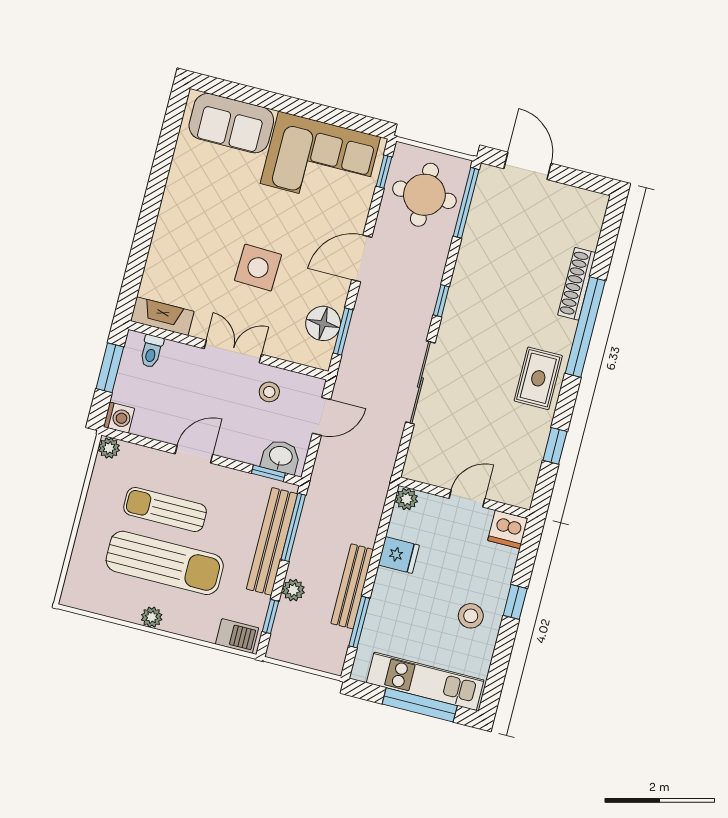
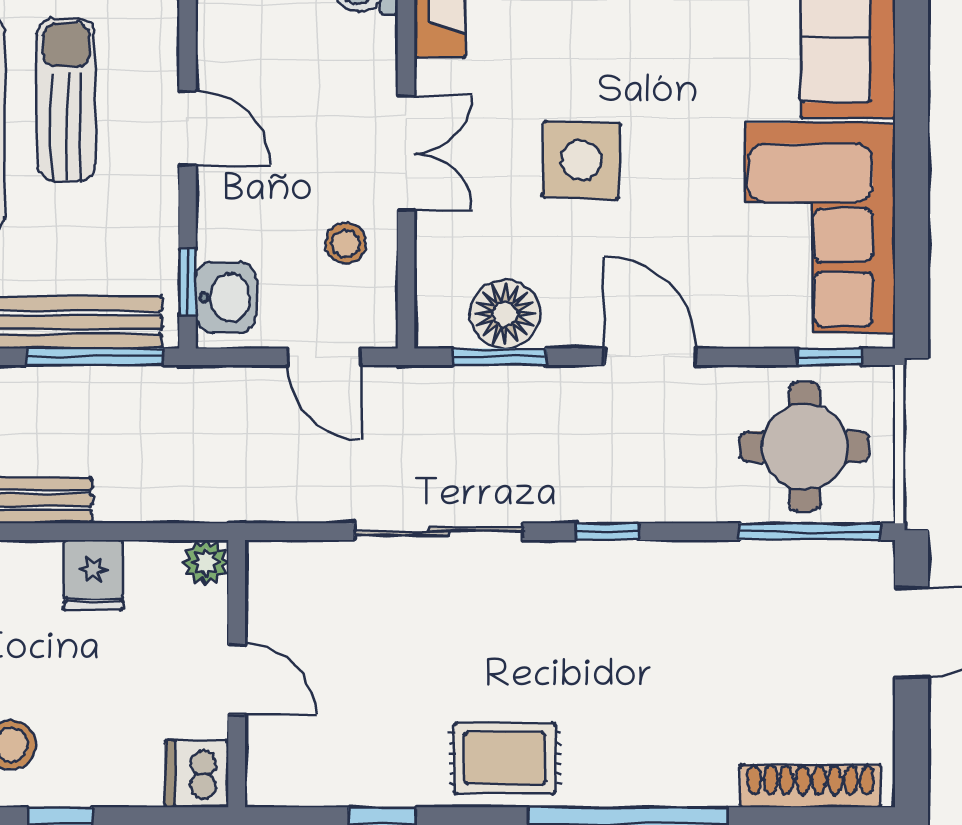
shoe rack: (577, 284) -> (811, 786), moved

